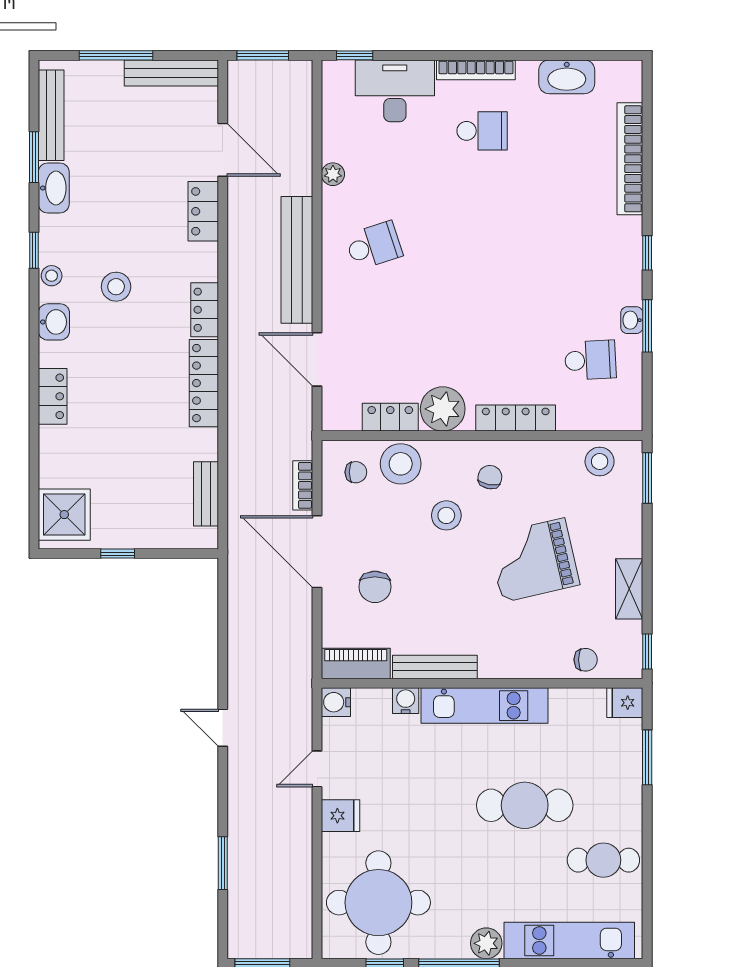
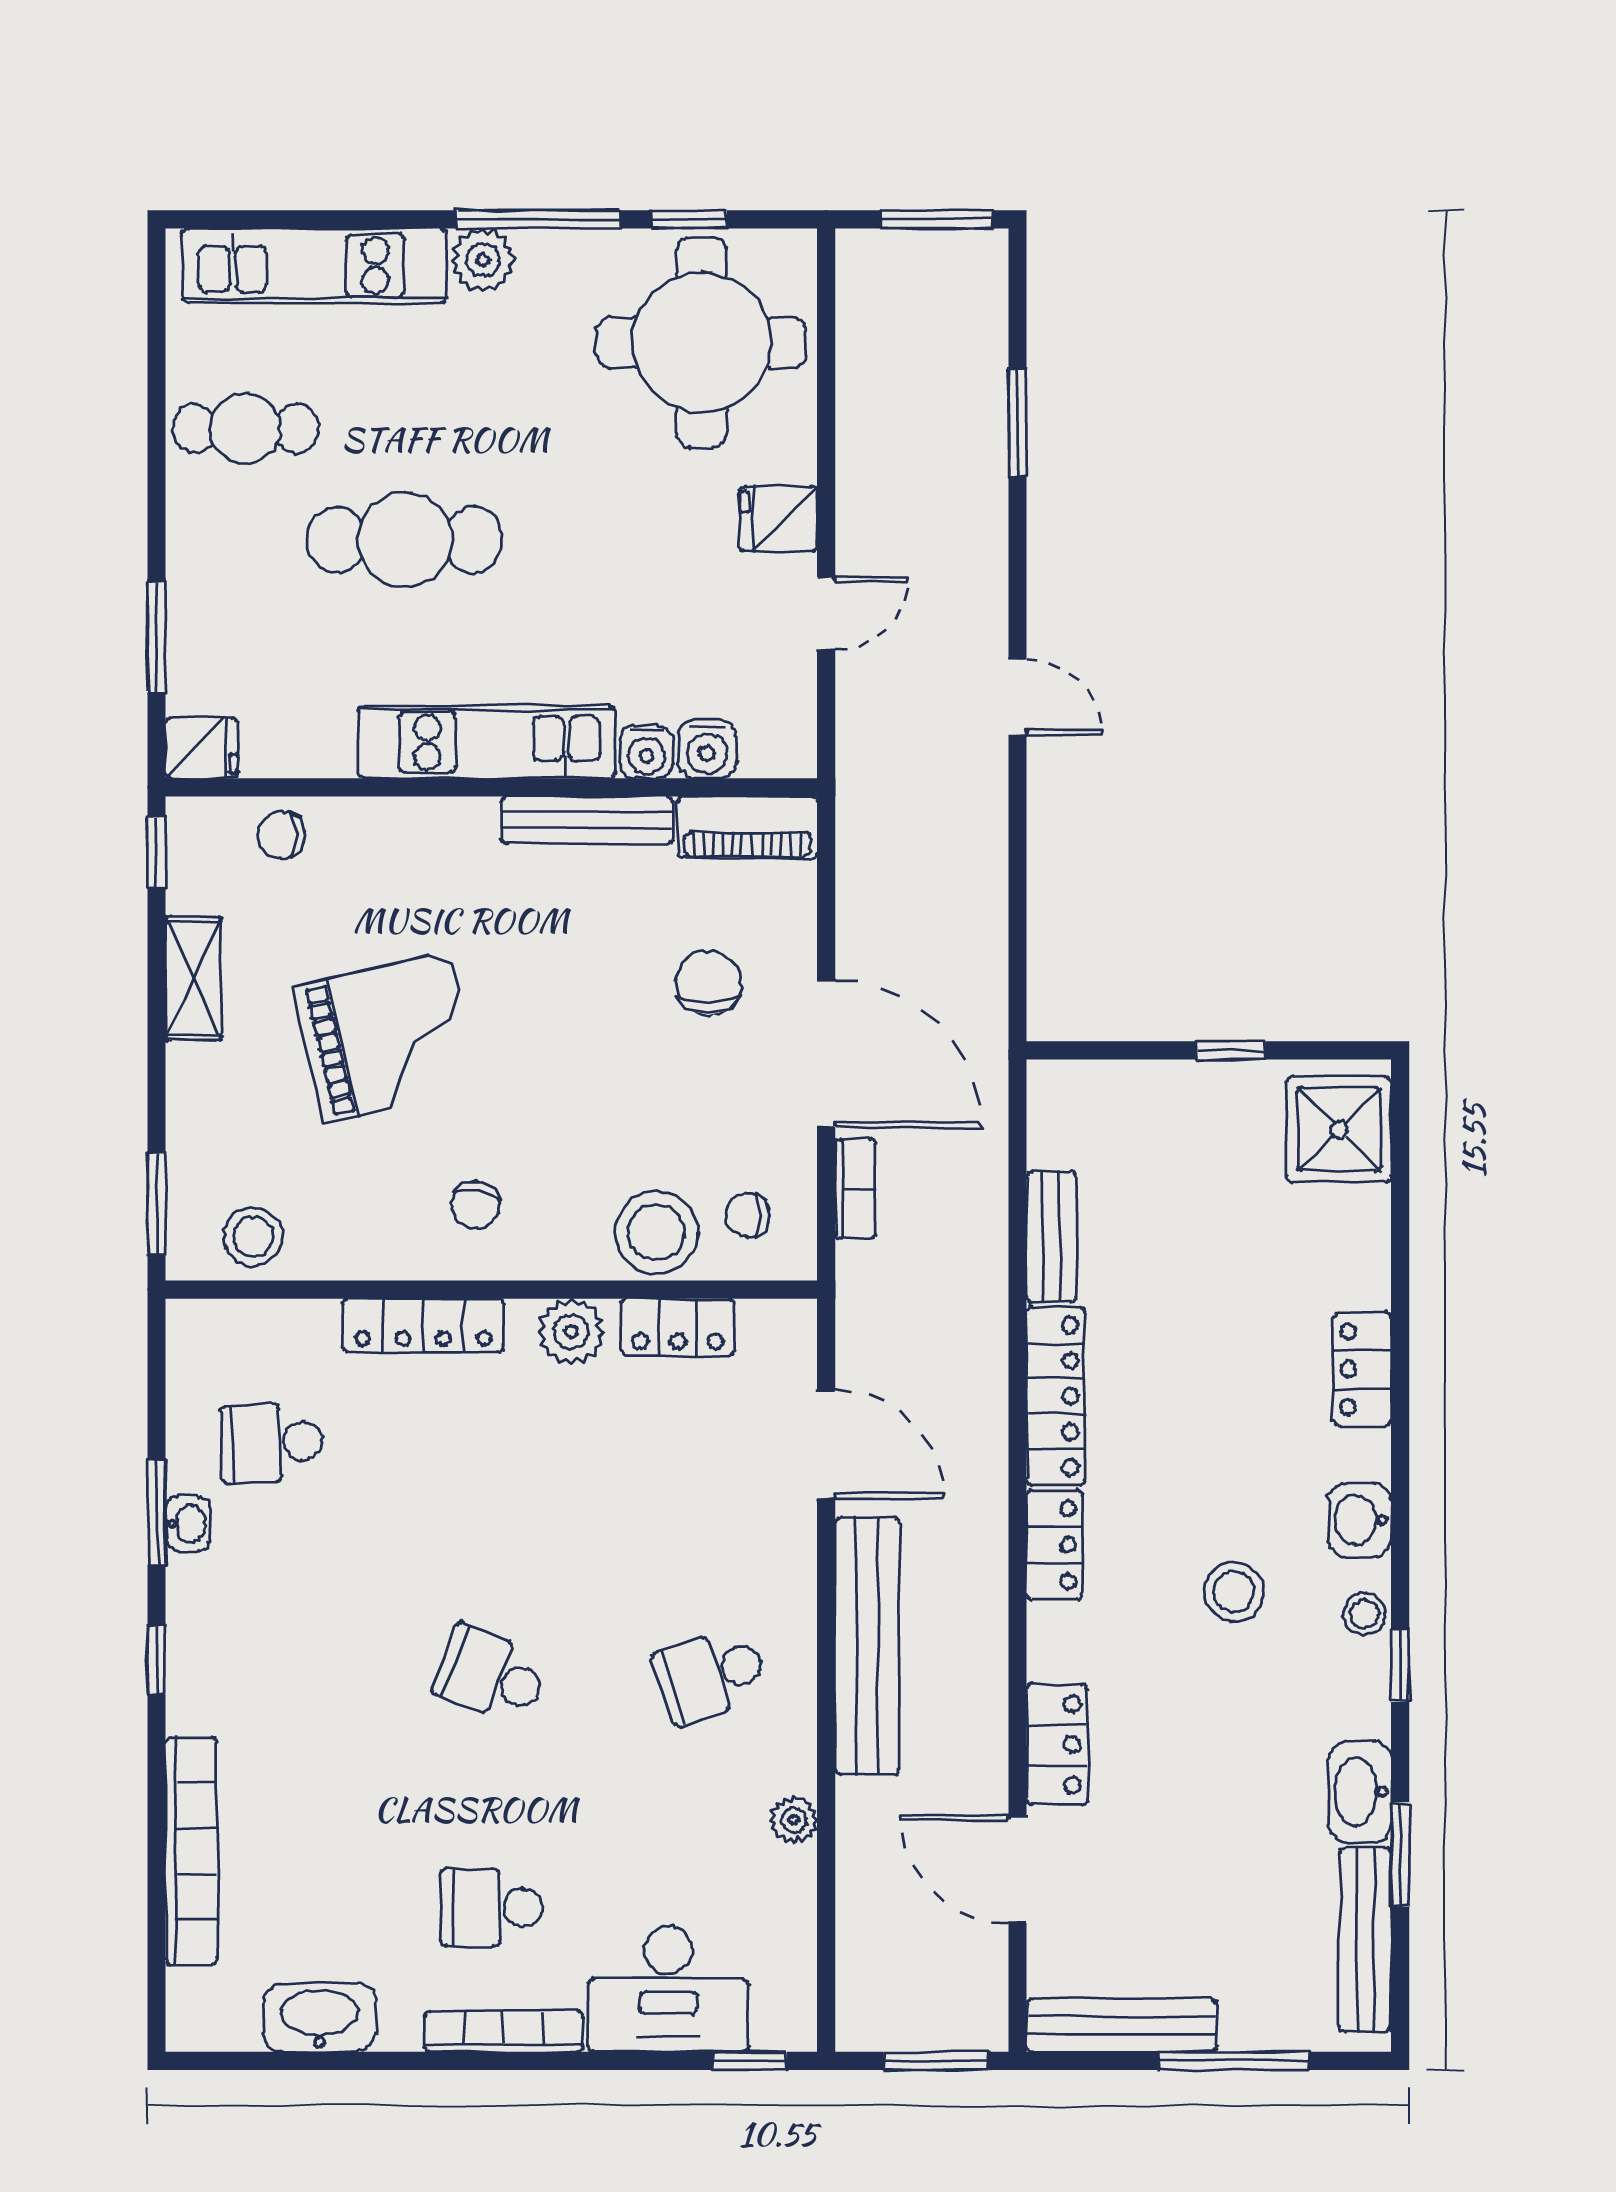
school desk: (482, 246) -> (491, 1675), added
plant: (443, 409) -> (571, 1332), width x0.73, depth x0.73
bench: (206, 494) -> (1051, 1237), moved
stool: (446, 515) -> (564, 1128), removed
water cooler: (336, 702) -> (707, 749), moved, turned 90

